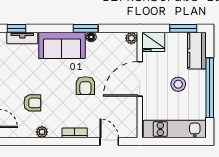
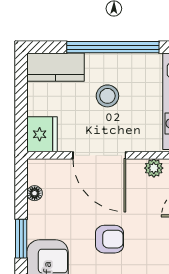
window: (183, 28) -> (21, 88), removed
floor lamp: (91, 37) -> (35, 193), moved
plant: (131, 38) -> (154, 168), moved

